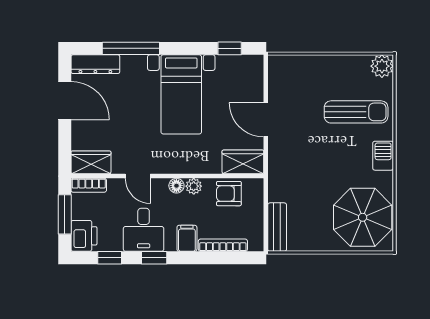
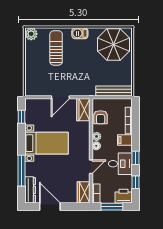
door: (65, 100) -> (50, 207), hinge flipped
bench: (277, 227) -> (114, 91), width x1.36

